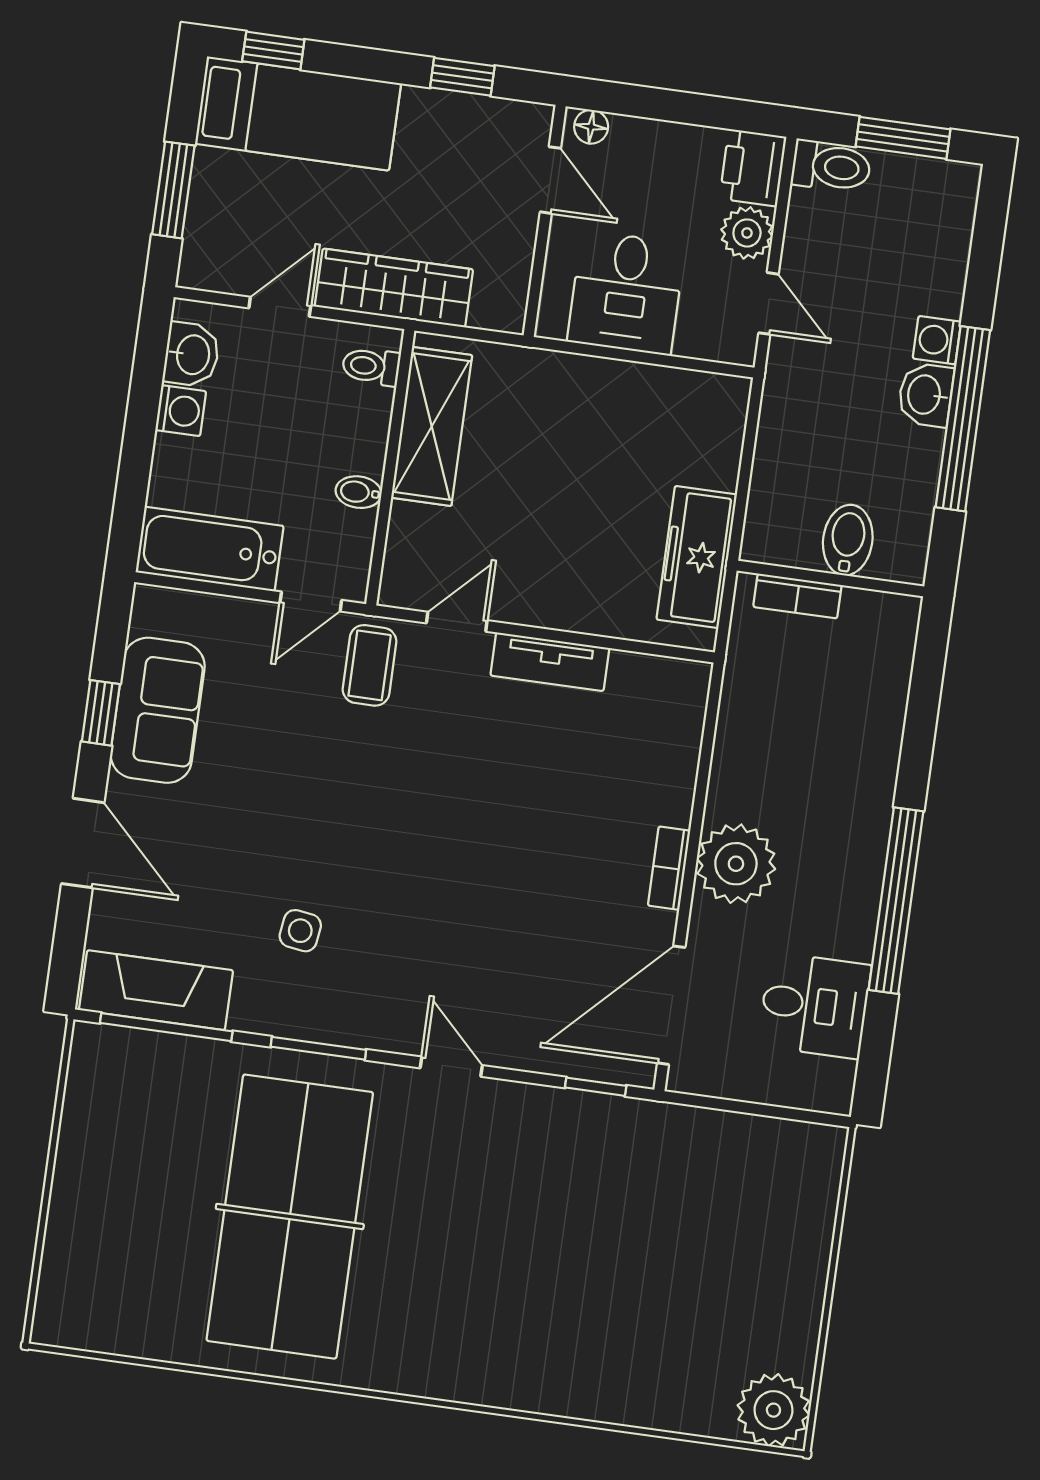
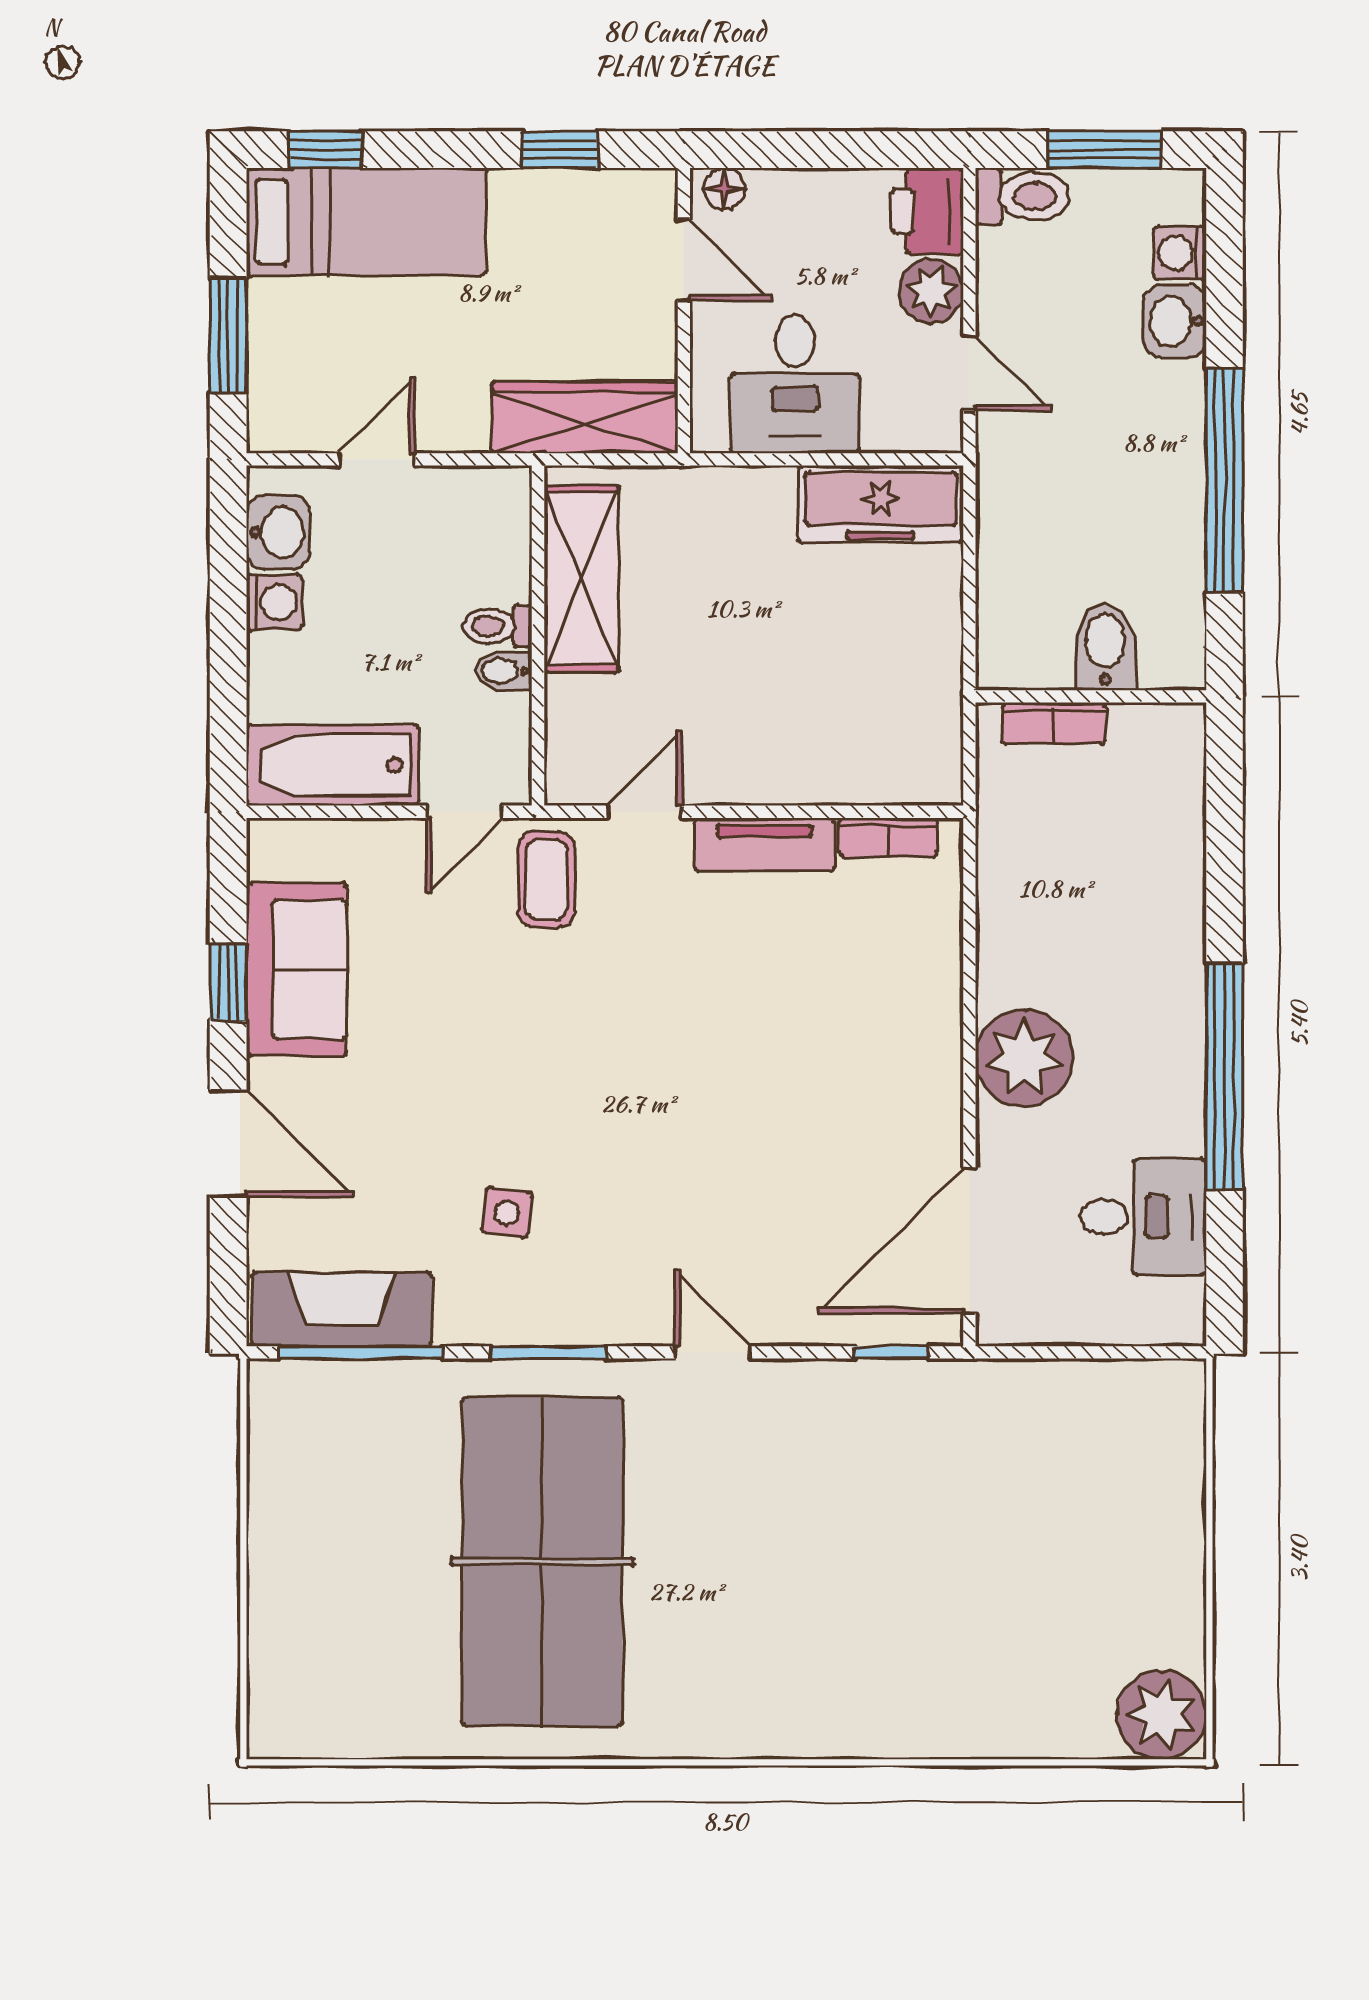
wardrobe: (394, 288) -> (585, 417), moved
washing machine: (937, 340) -> (1180, 253), moved
toilet: (371, 366) -> (498, 626), moved
washbasin: (925, 395) -> (1175, 321), moved
freezer: (697, 557) -> (881, 504), moved, turned -90
bookcase: (669, 868) -> (888, 837), moved, turned -90

